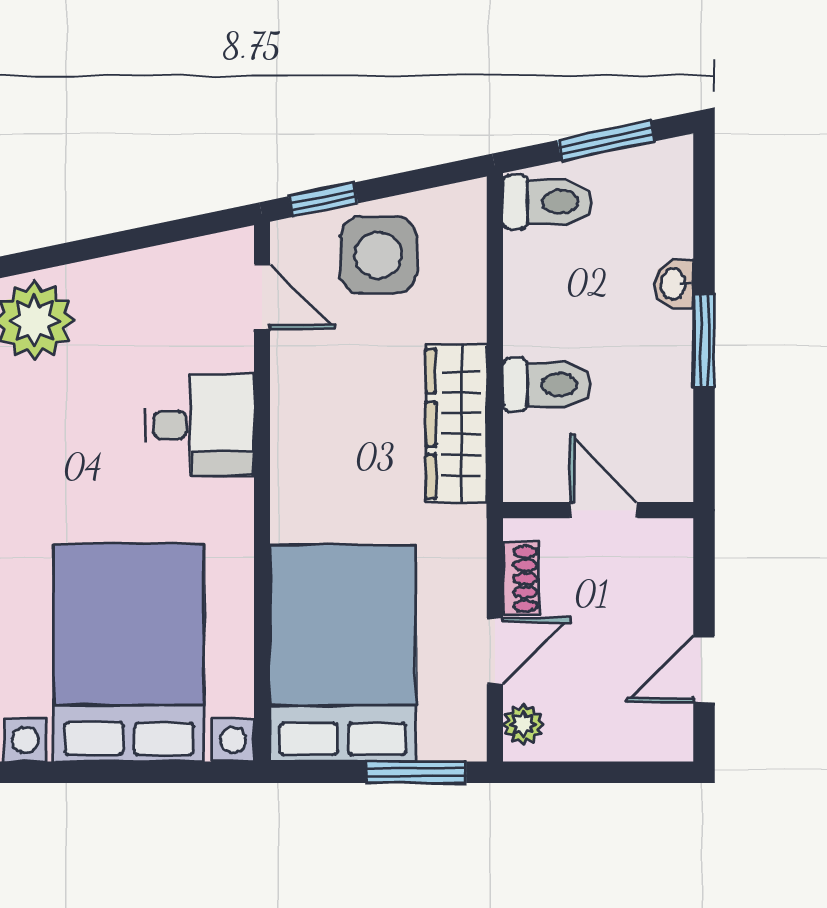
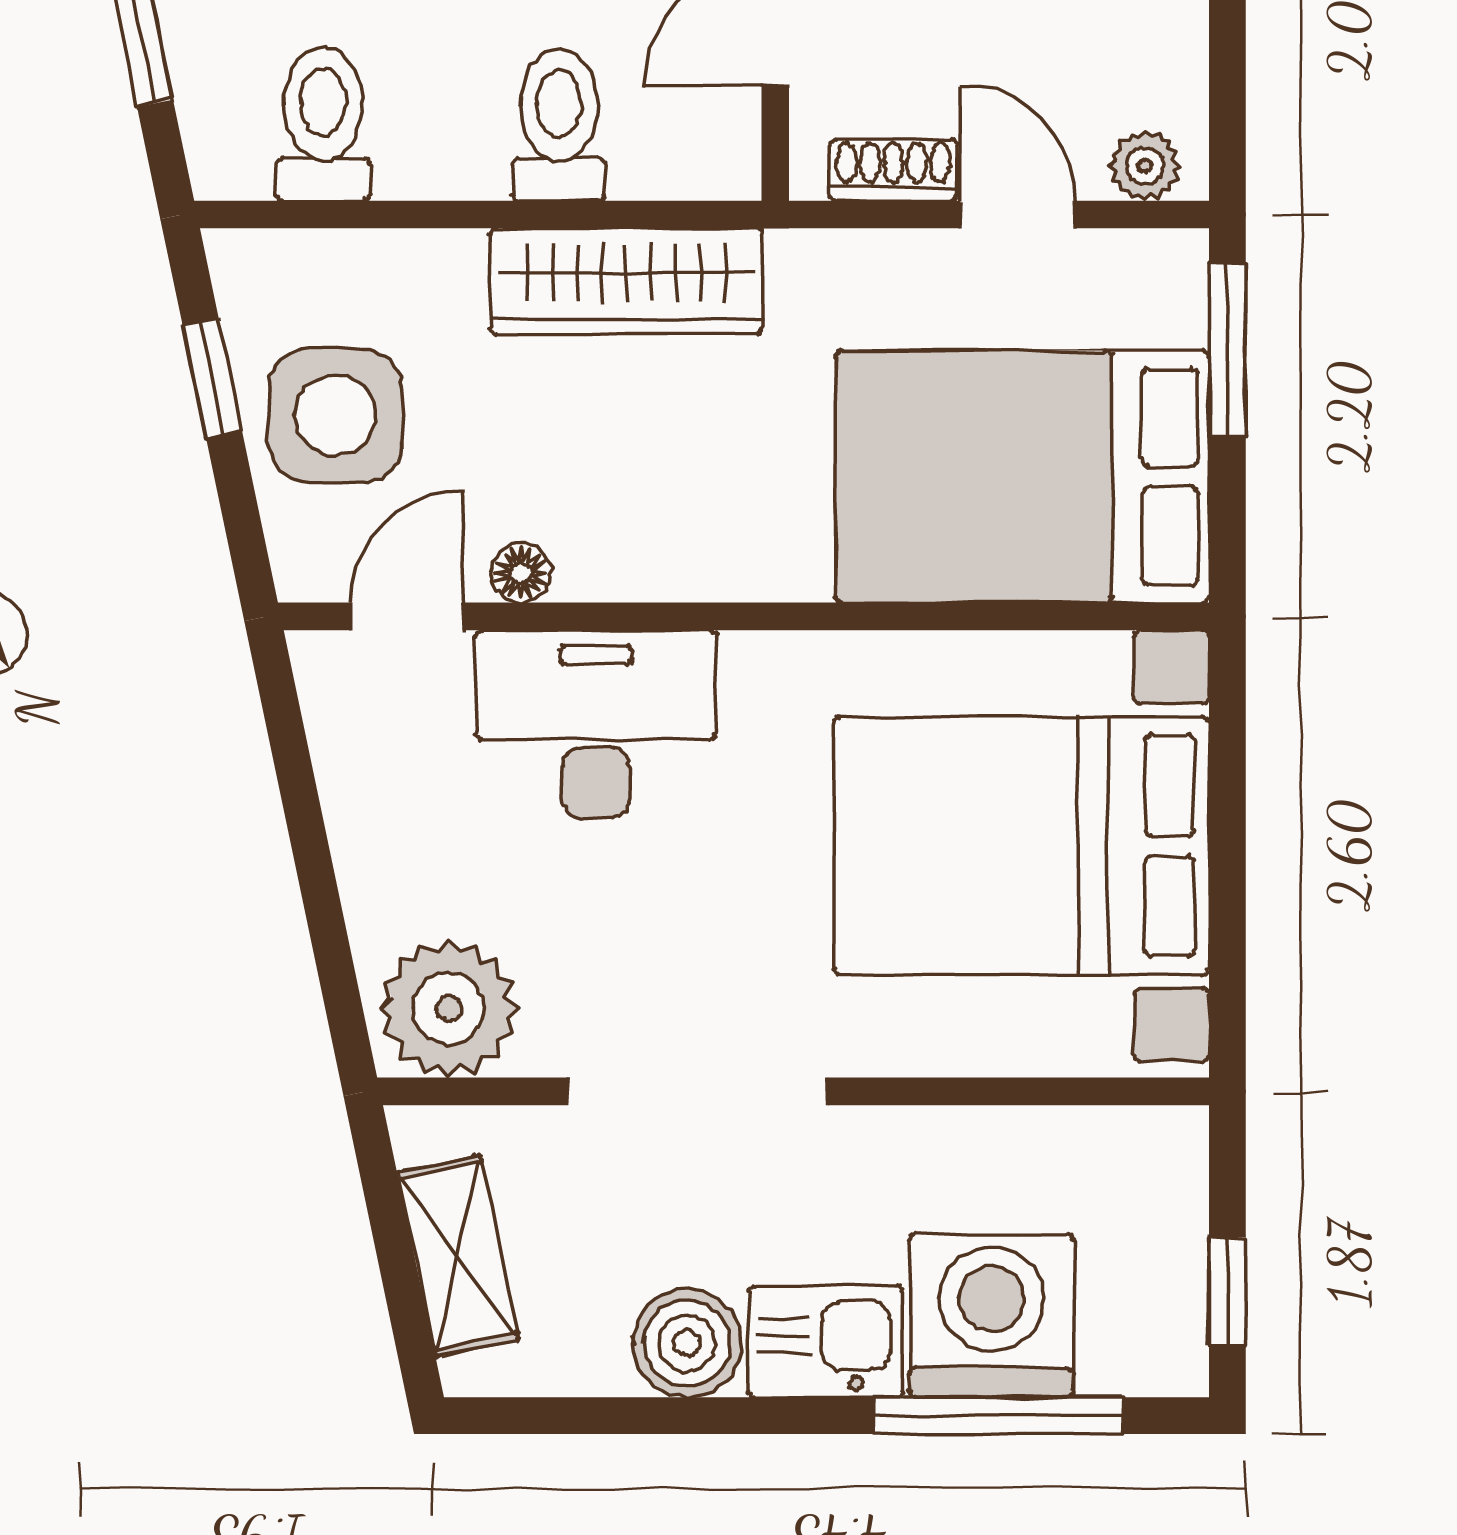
window: (323, 200) -> (212, 378), moved
toilet: (548, 202) -> (323, 124), moved
floor lamp: (287, 363) -> (521, 573), added
desk: (199, 425) -> (596, 724), width x1.37

